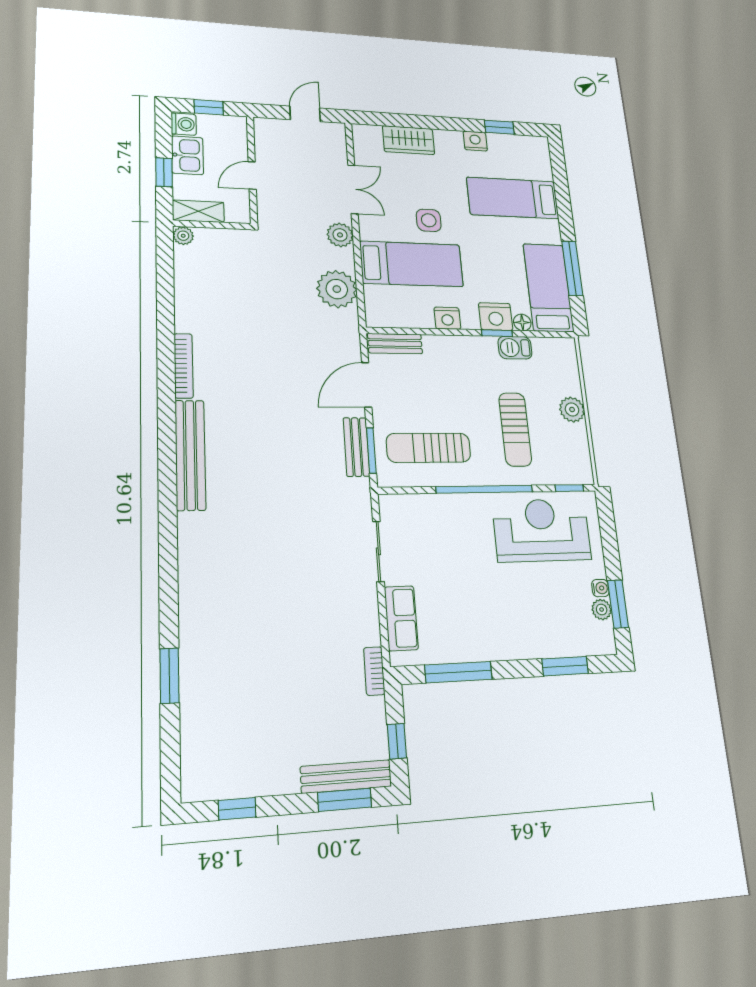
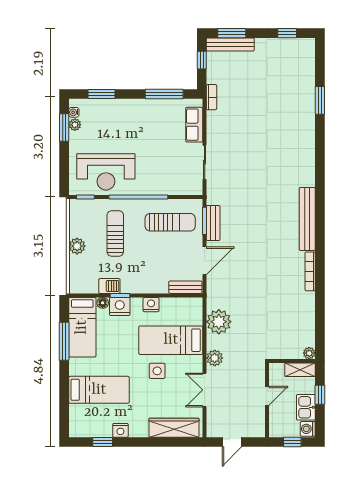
wardrobe: (408, 140) -> (174, 428), width x1.50
water cooler: (600, 588) -> (74, 112), moved

